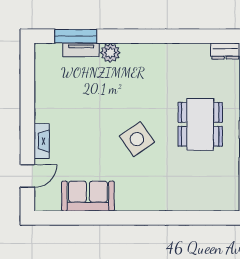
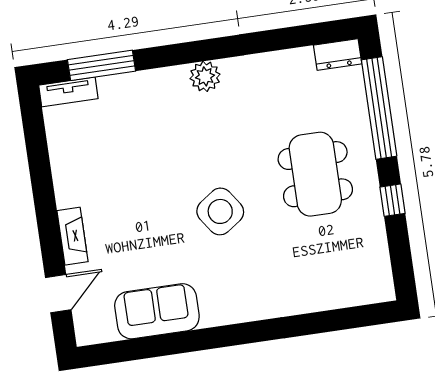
tv unit: (81, 50) -> (68, 92), moved
plant: (110, 53) -> (205, 76), moved

